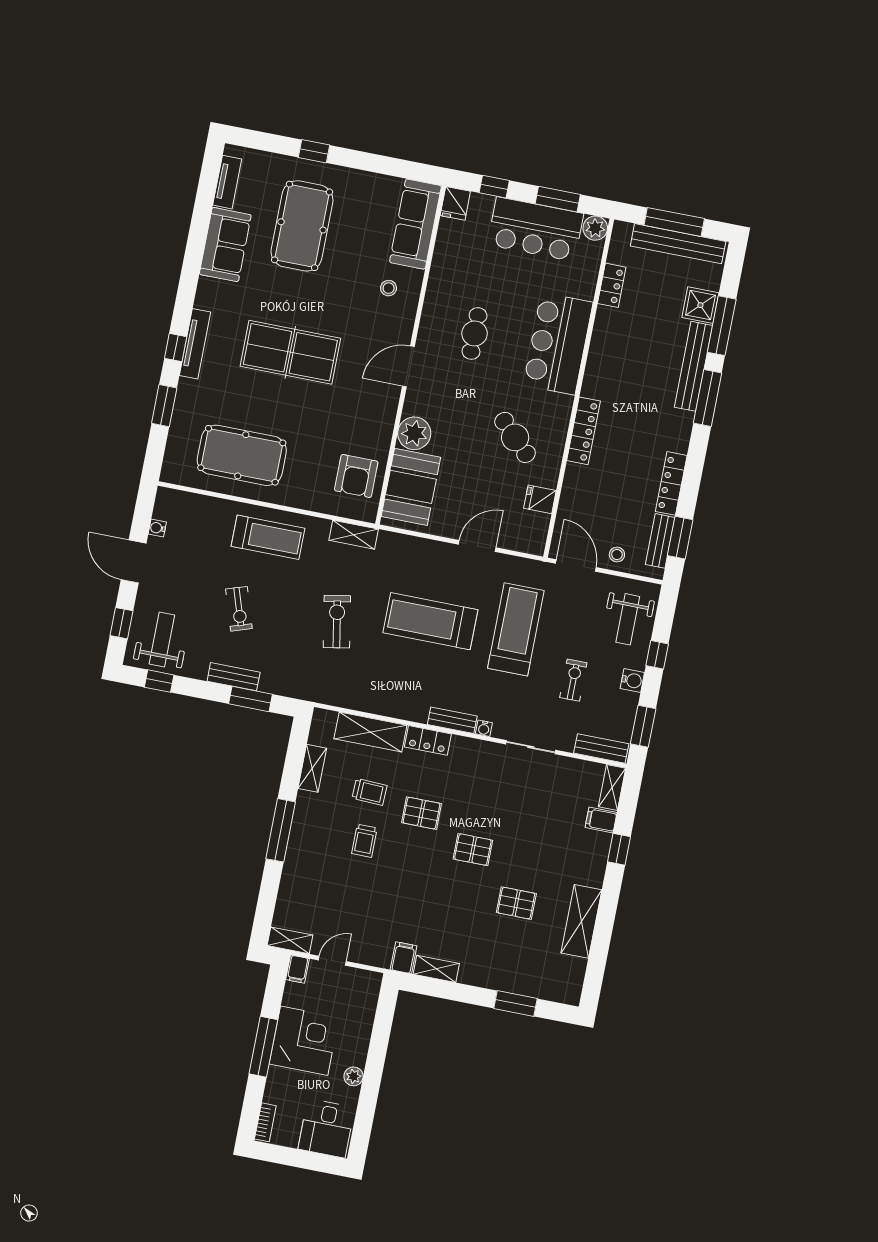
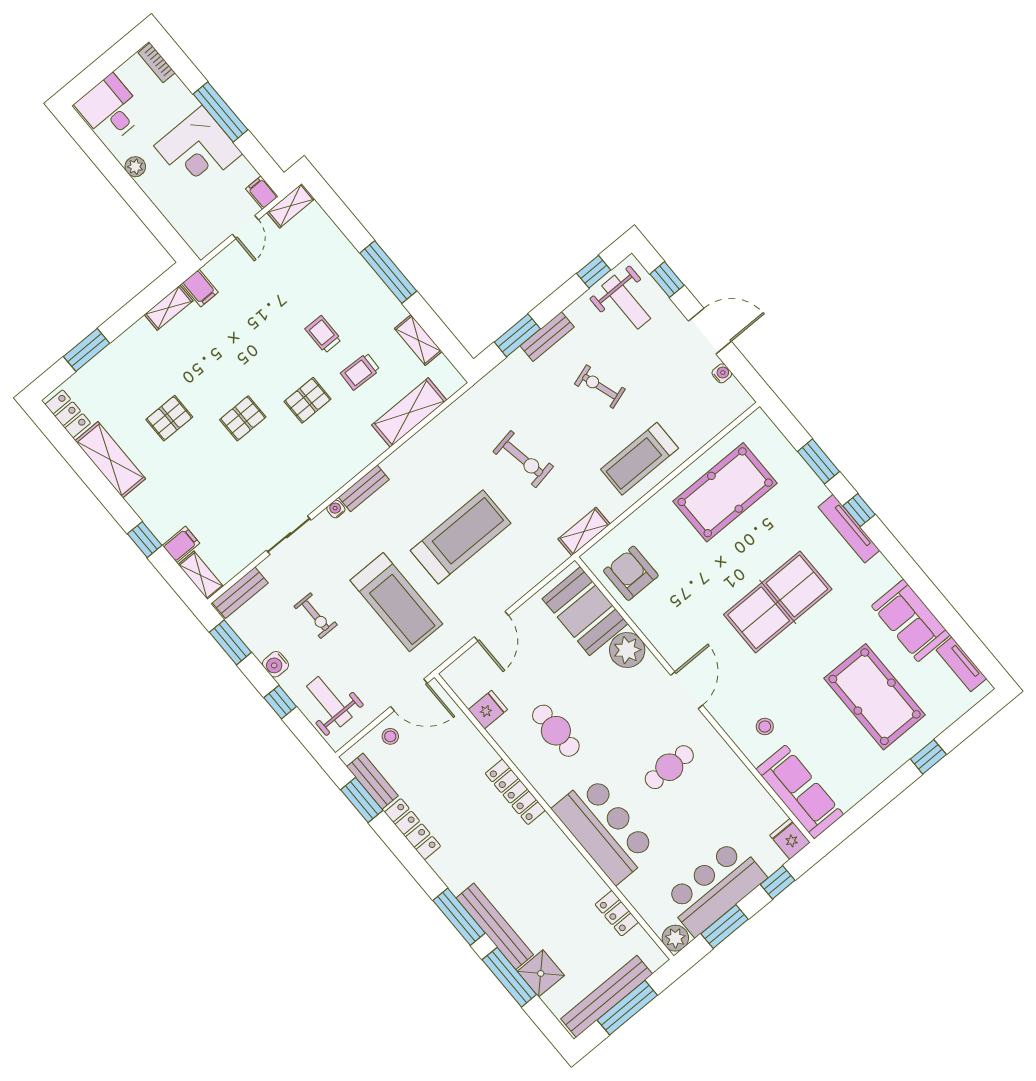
cafe table: (475, 333) -> (669, 767), turned 90
cafe table: (515, 437) -> (556, 731), turned 45
locker: (428, 740) -> (68, 414), moved, turned 90

